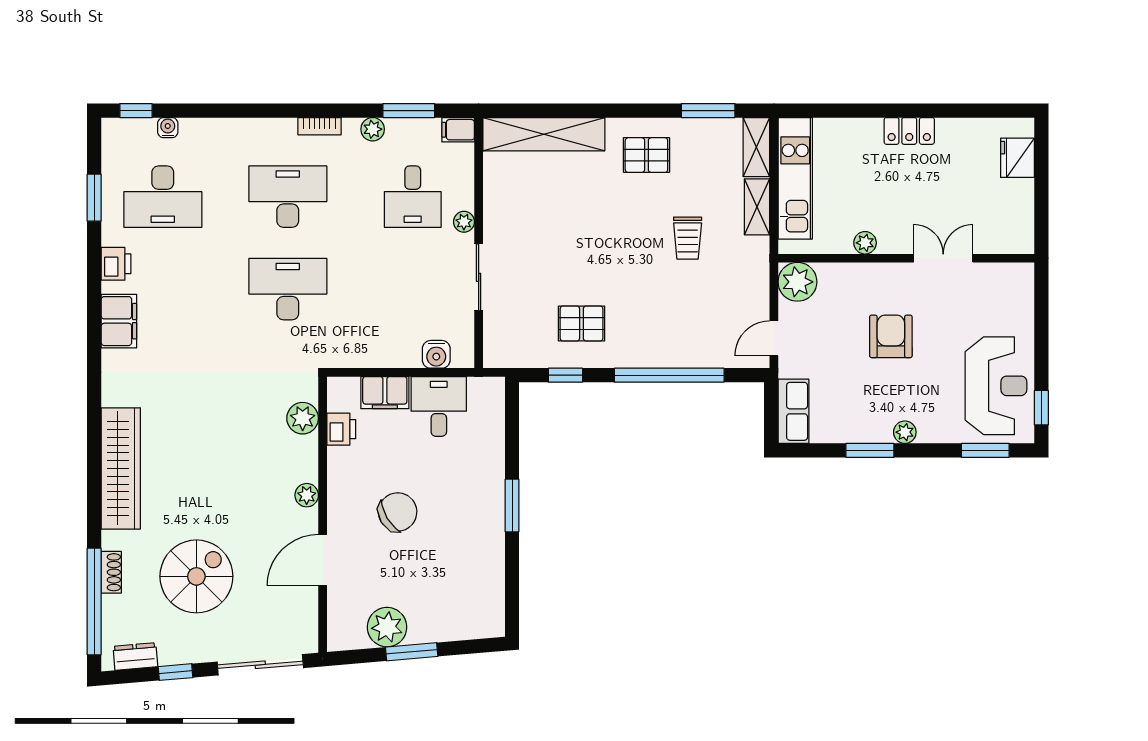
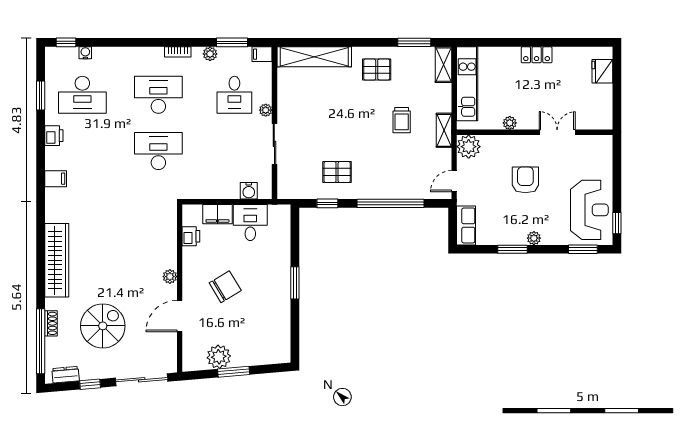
shelving: (757, 207) -> (444, 130), moved
filing cabinet: (119, 321) -> (56, 179), width x0.50
plant: (303, 418) -> (167, 230), removed

